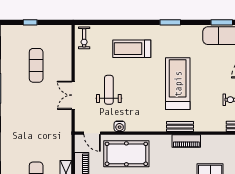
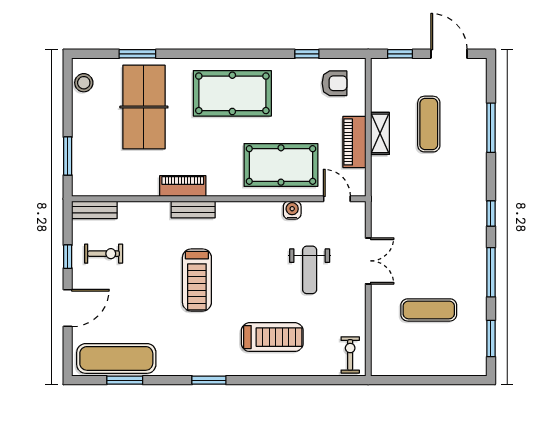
window: (30, 22) -> (439, 380), removed
exercise mat: (36, 65) -> (429, 310), turned 90
treadmill: (178, 84) -> (197, 280), width x0.73, depth x0.73

